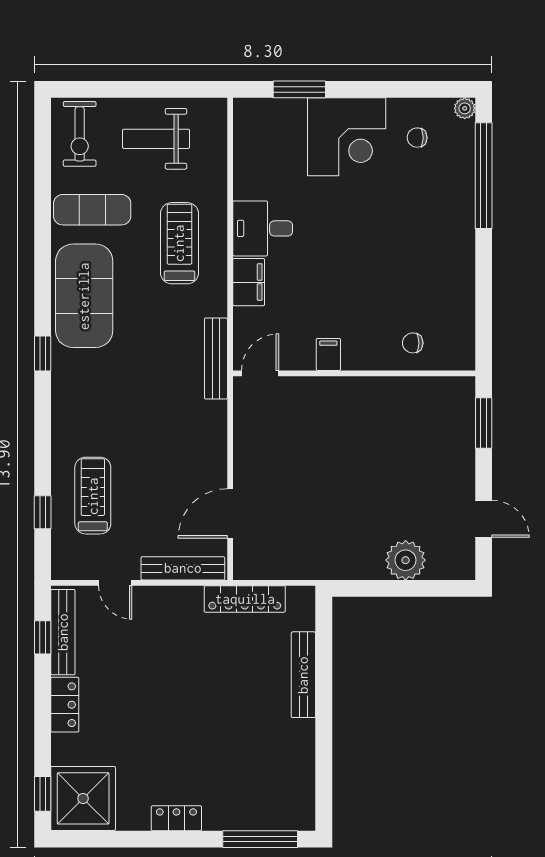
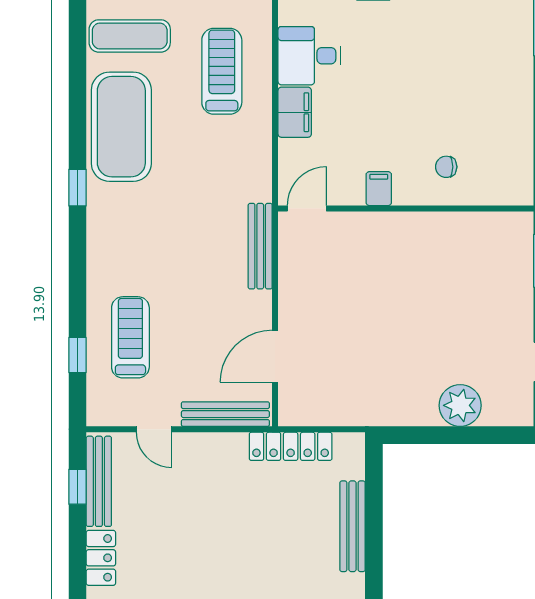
chair: (413, 343) -> (446, 167), moved
bench: (216, 359) -> (260, 246), moved

